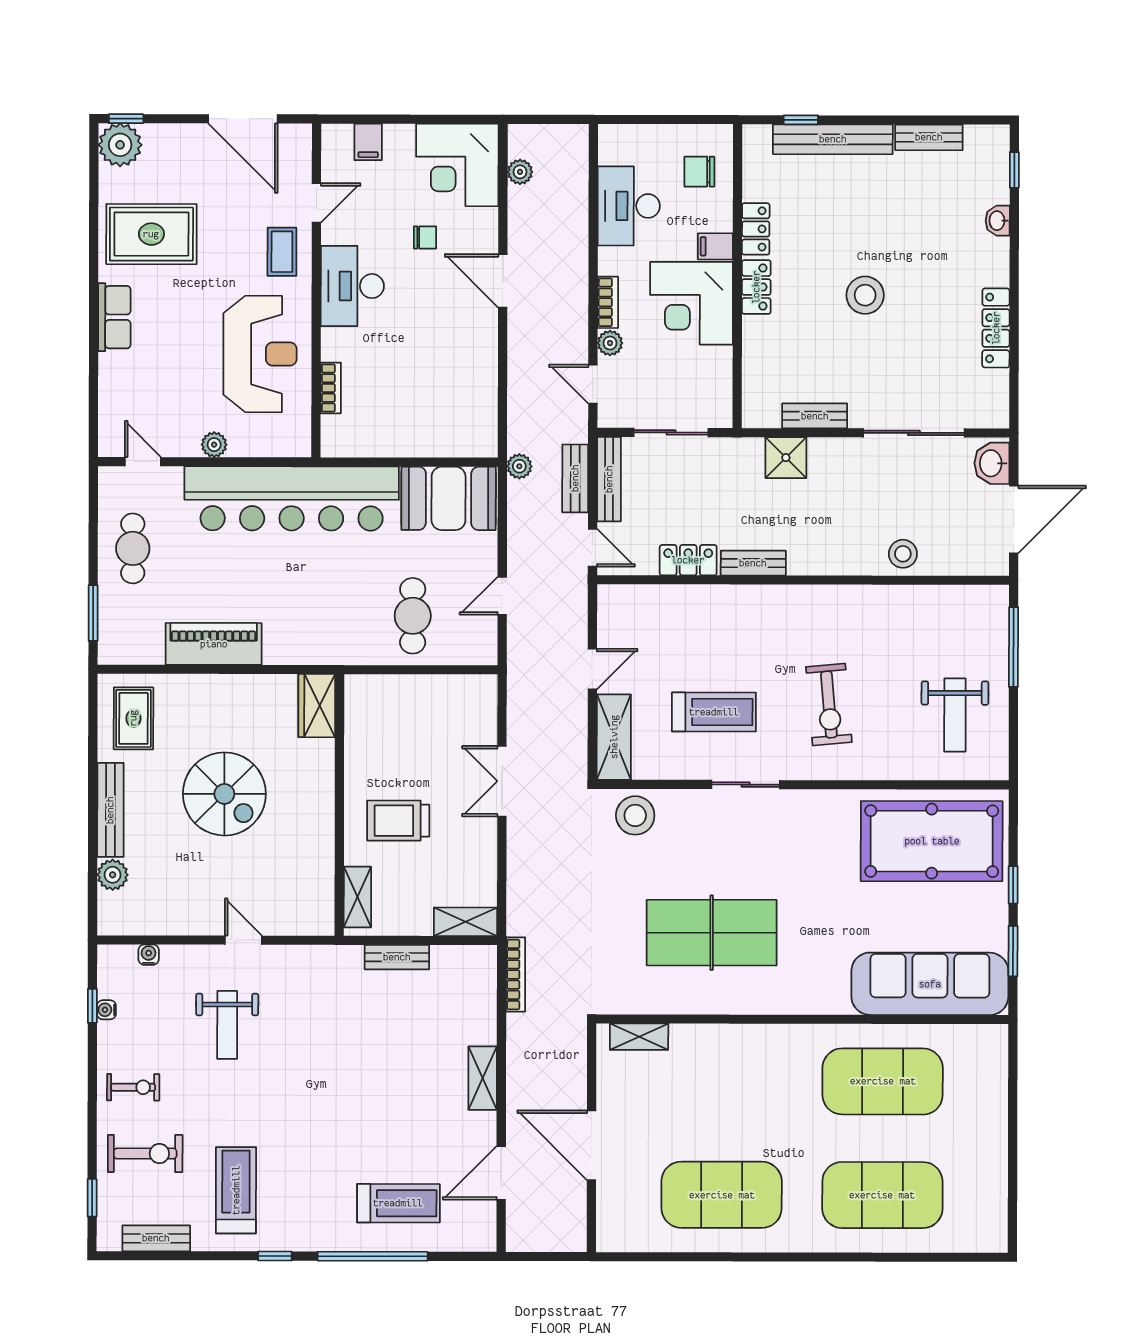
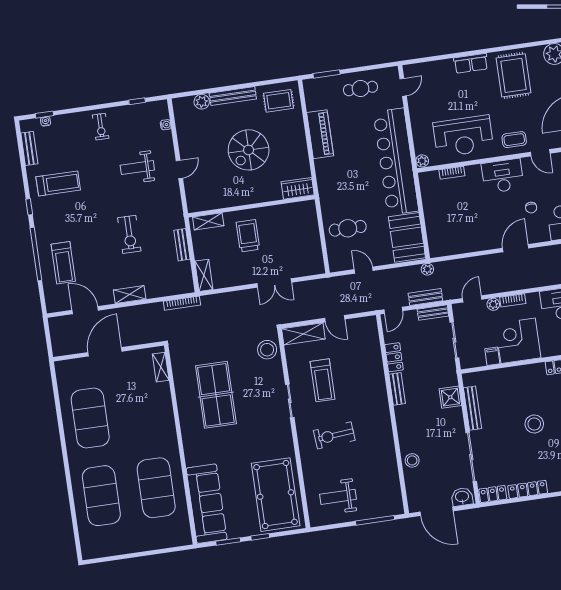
filing cabinet: (715, 246) -> (492, 356), moved
locker: (756, 287) -> (493, 494), moved, turned 180
bench: (815, 416) -> (473, 408), width x1.36
plant: (214, 445) -> (422, 161), moved
bench: (609, 479) -> (433, 313), width x0.73
double door: (502, 781) -> (274, 283), swing flipped
water cooler: (106, 1010) -> (46, 121), moved
exercise bike: (145, 1154) -> (129, 234), moved

